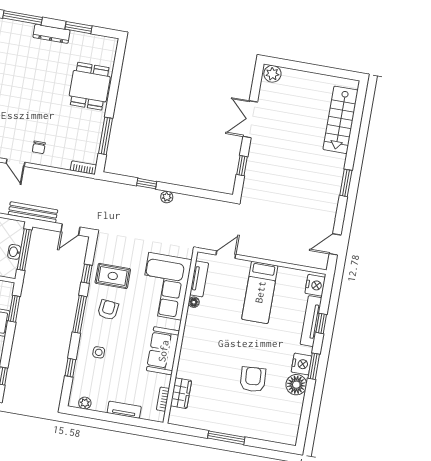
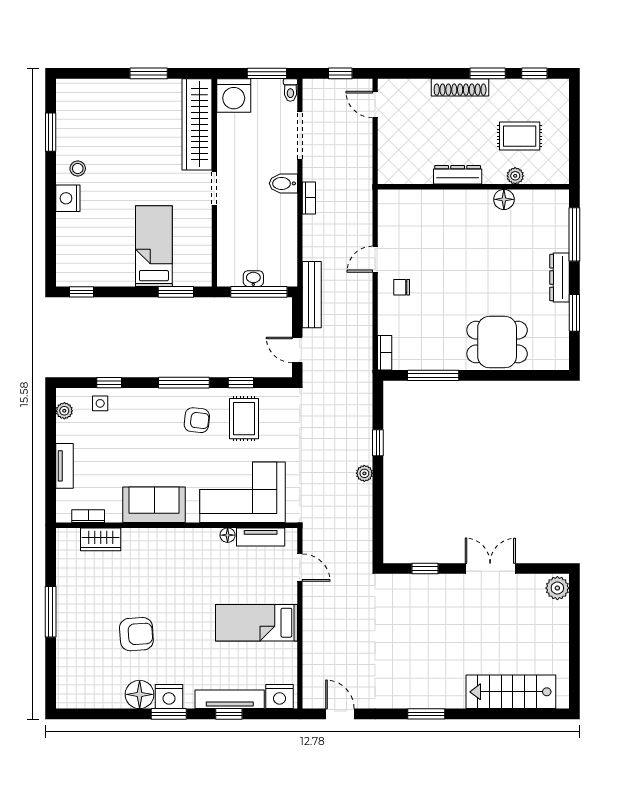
side table: (99, 352) -> (100, 403), moved

